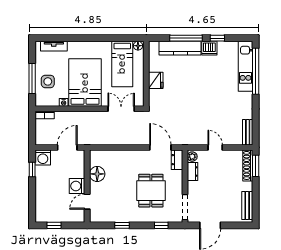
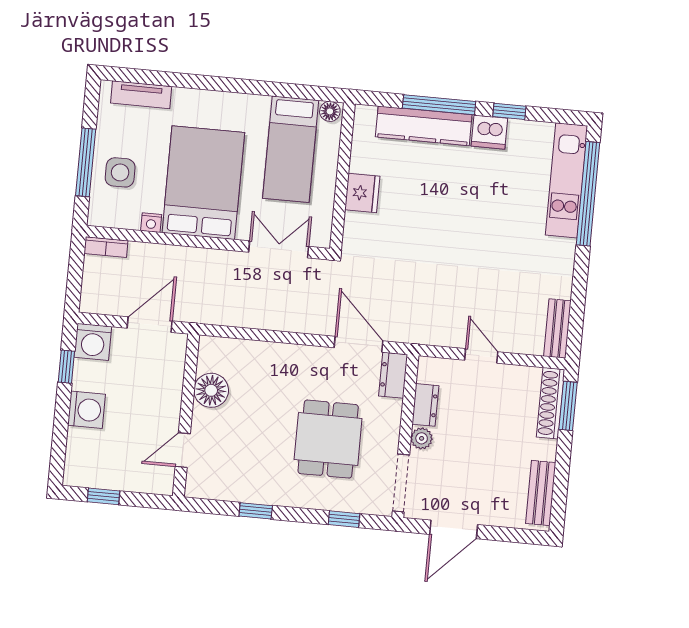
plant: (192, 157) -> (422, 438), moved
washing machine: (77, 186) -> (87, 410), moved, turned 180

